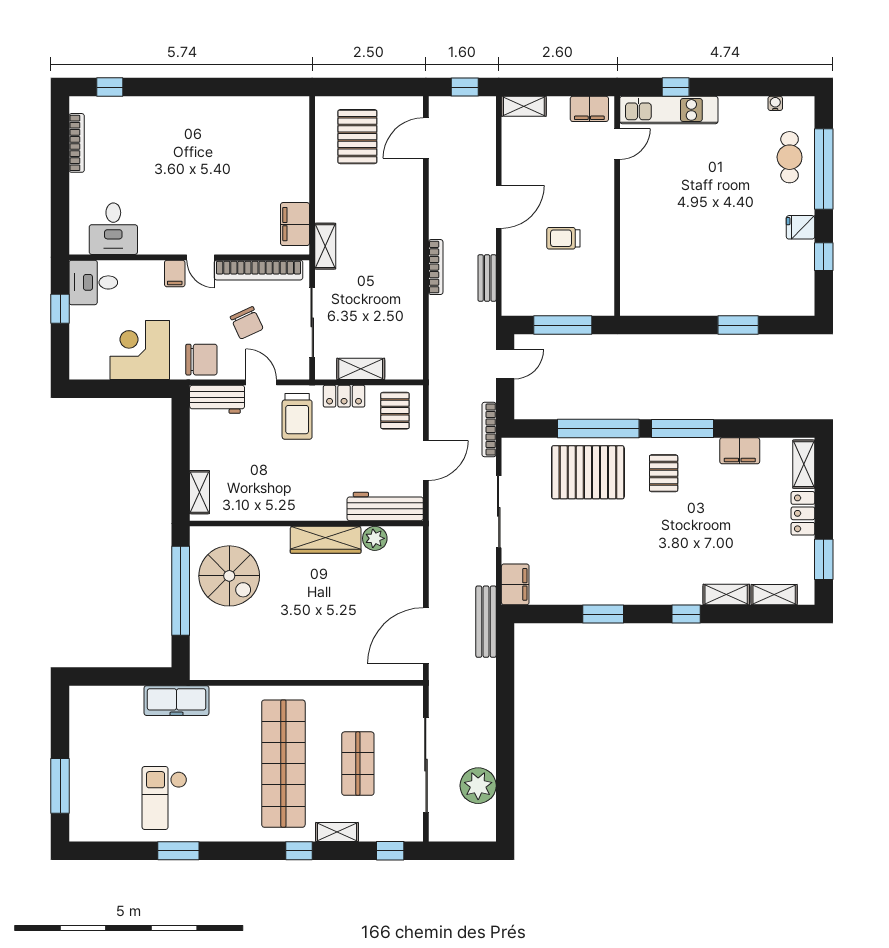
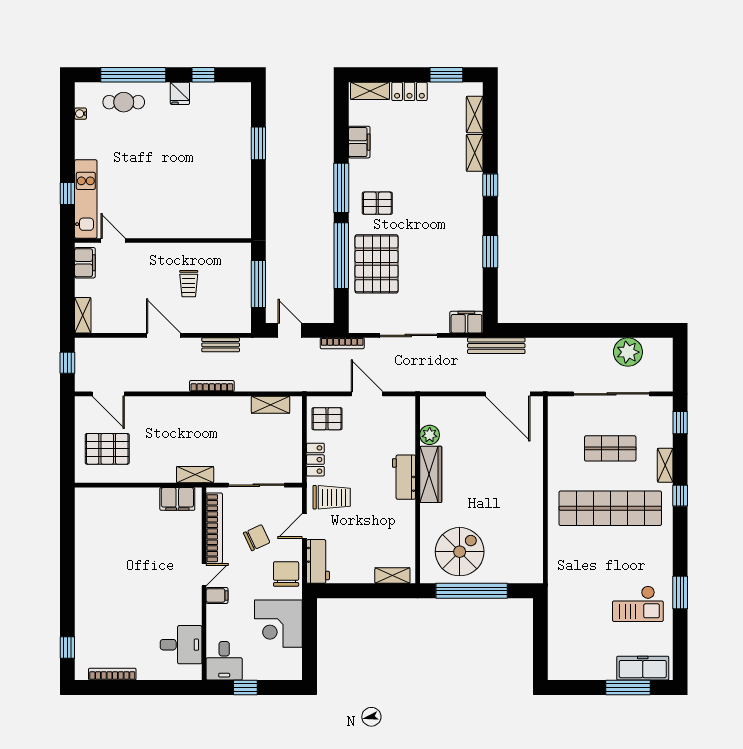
shelving: (361, 369) -> (271, 405), moved, turned 90
workbench: (385, 507) -> (404, 477), moved, width x0.73
freezer: (177, 701) -> (643, 668), moved, turned -90

